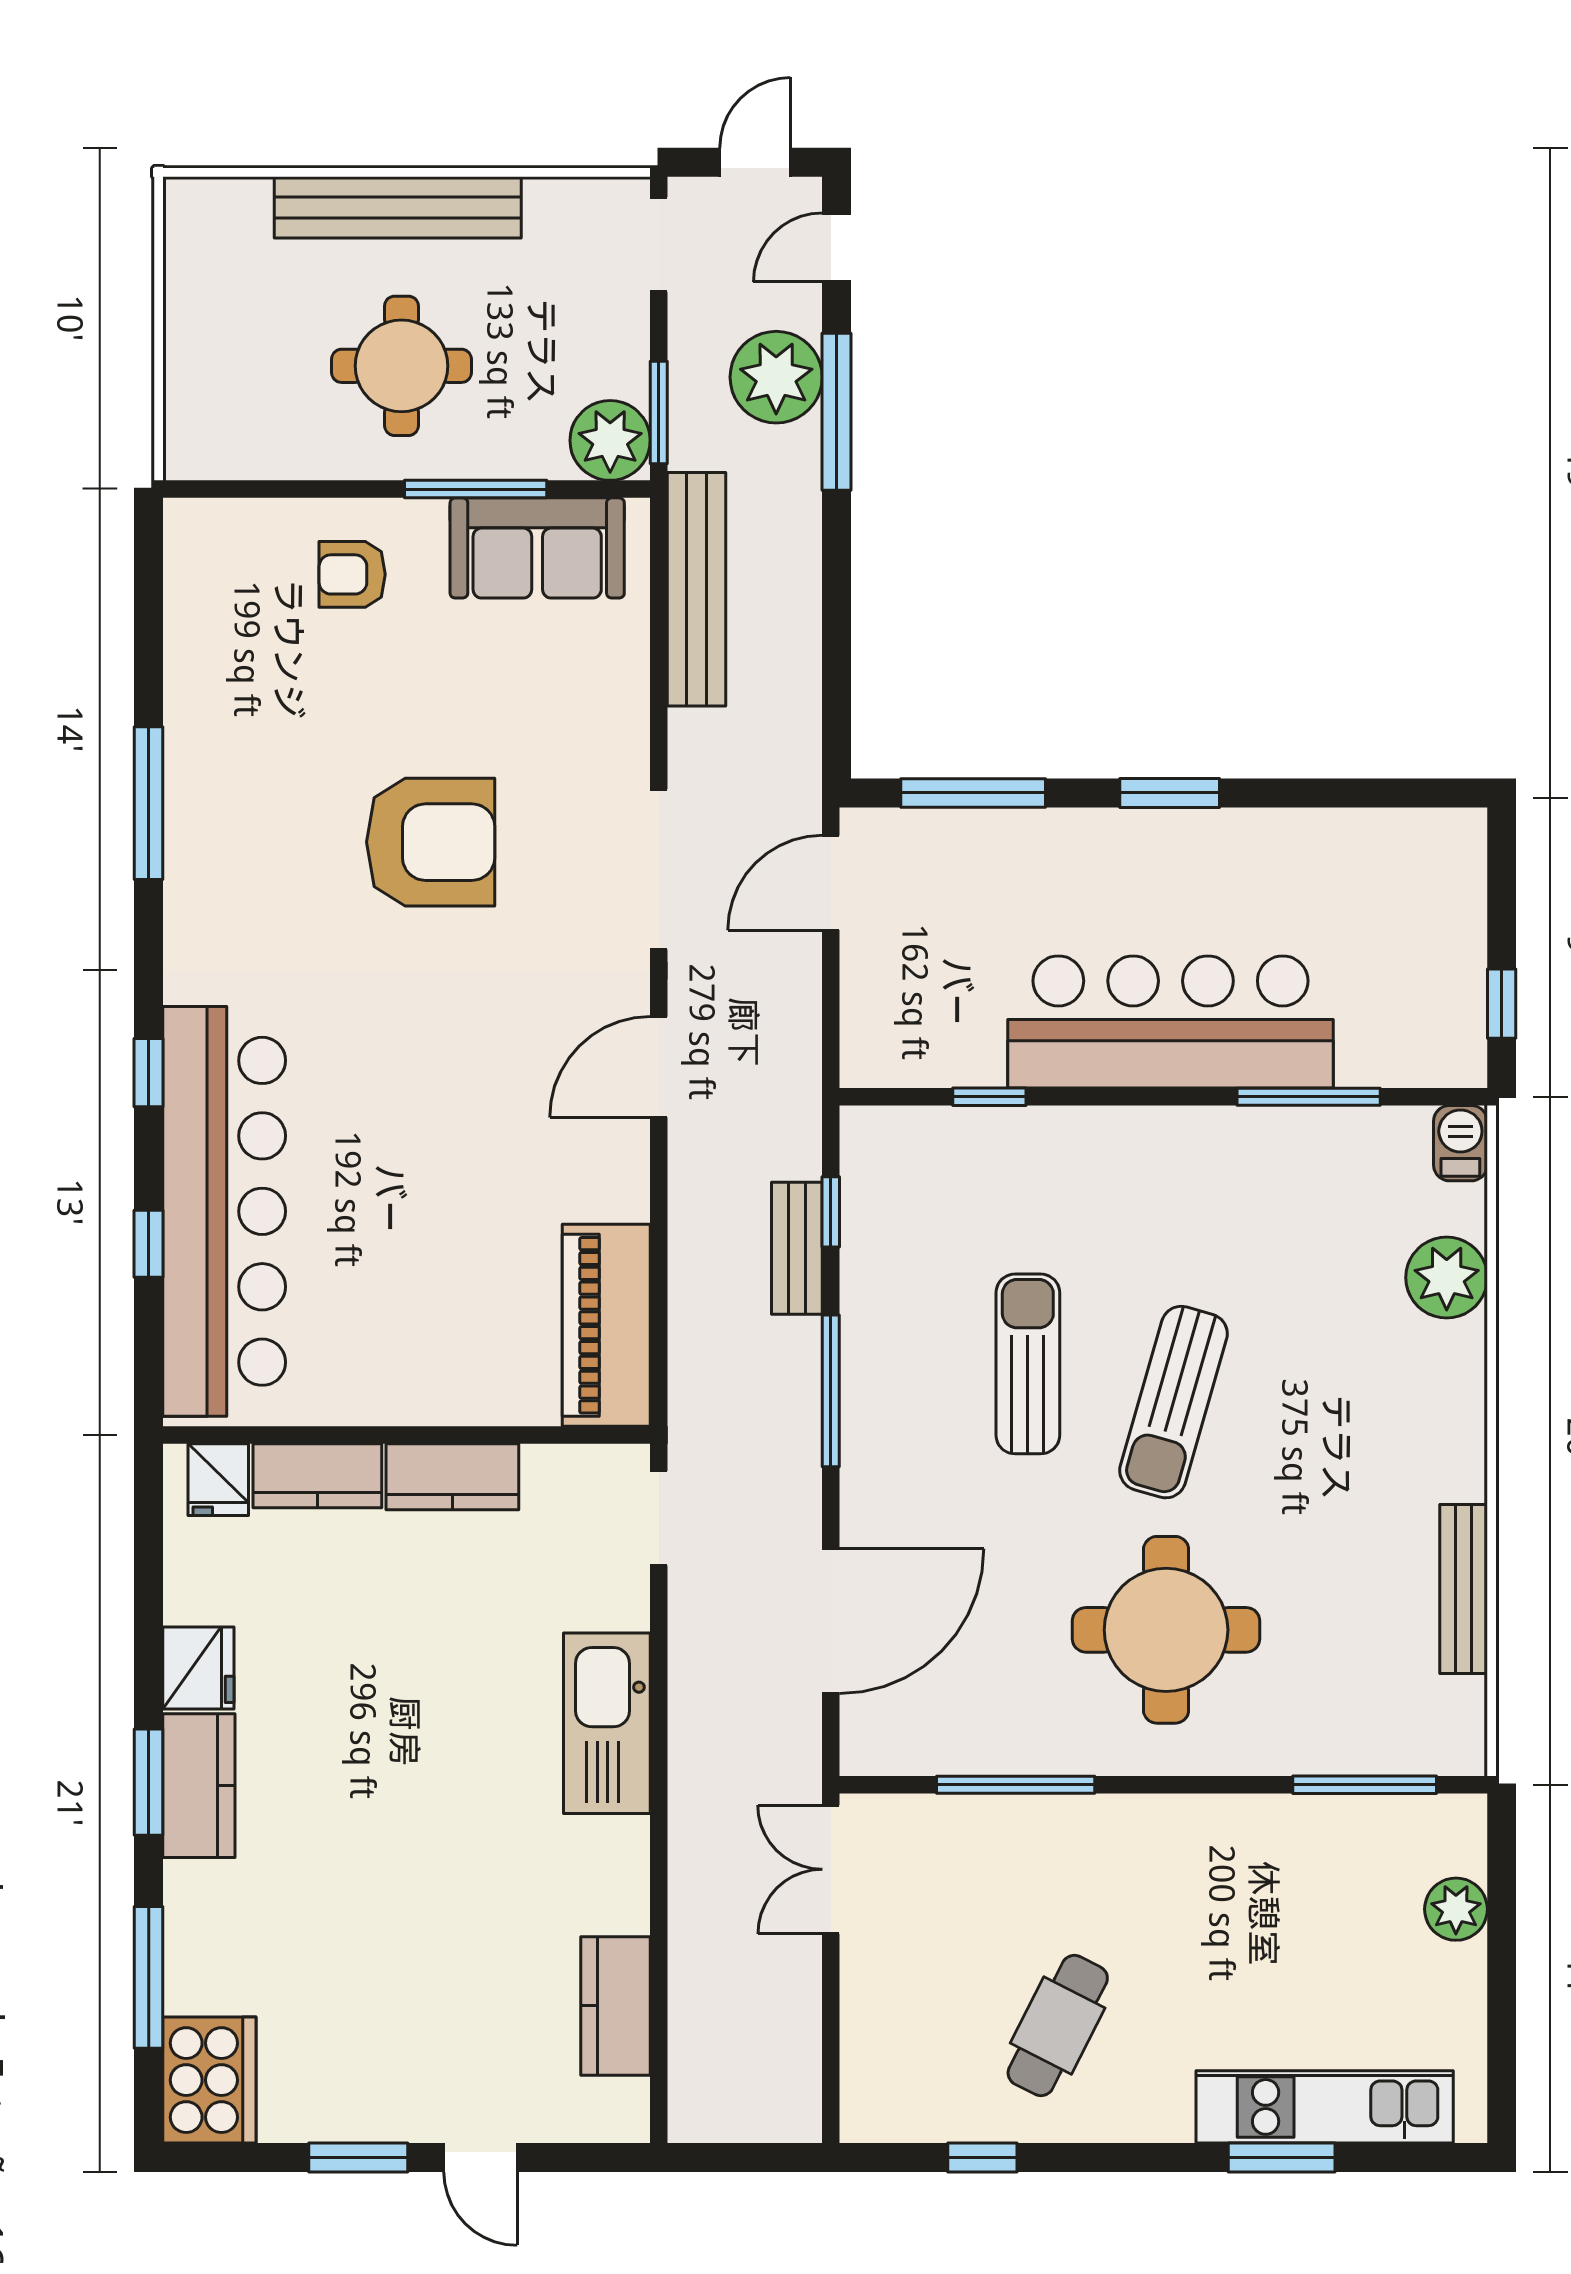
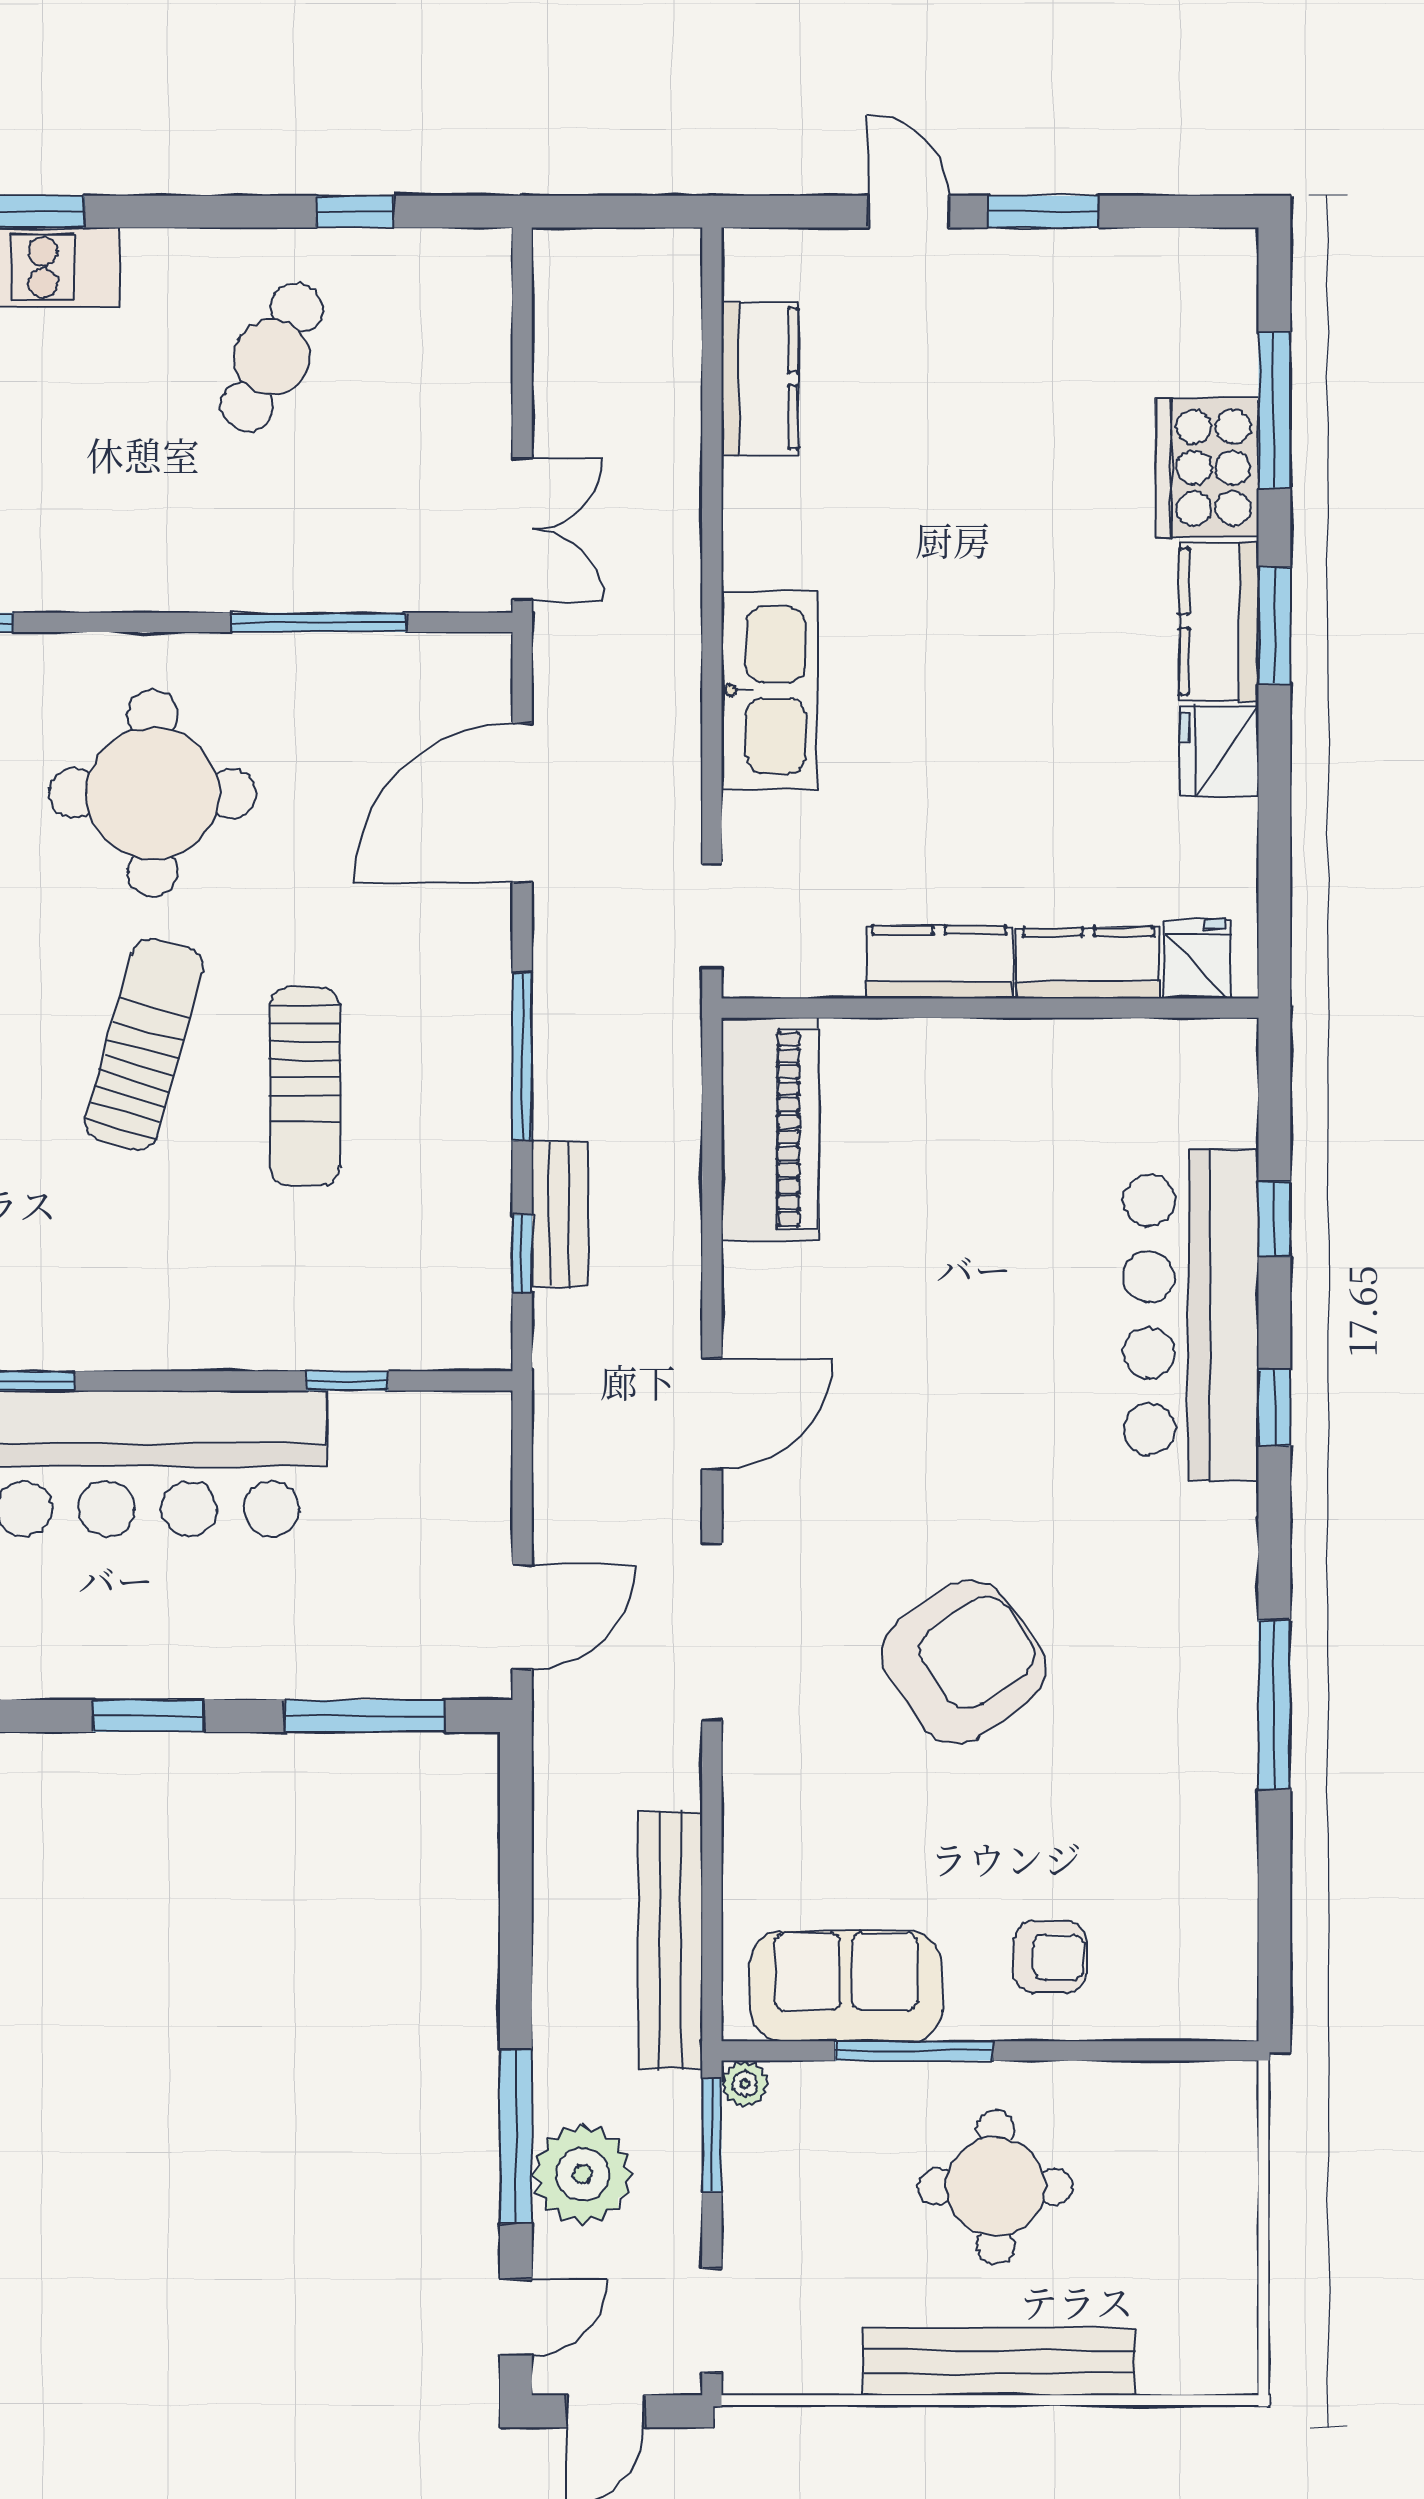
plant: (610, 440) -> (745, 2084), width x0.53, depth x0.53
armchair: (431, 842) -> (963, 1662), turned 145
bar counter: (224, 1211) -> (1191, 1315), width x0.73
cooker: (209, 2080) -> (1207, 468), moved

